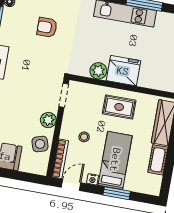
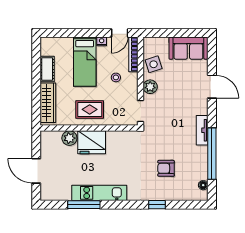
armchair: (47, 27) -> (166, 168), turned 180
plant: (98, 71) -> (69, 138), moved
window: (117, 193) -> (78, 33), removed

